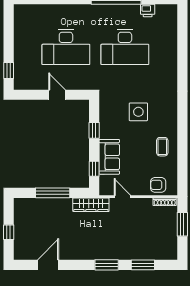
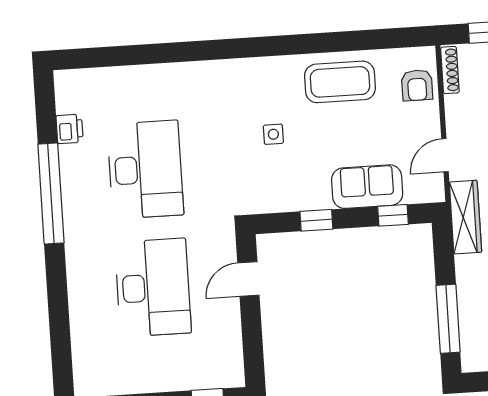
door: (57, 95) -> (248, 279), moved
side table: (138, 112) -> (273, 134), width x0.54, depth x0.54
coffee table: (162, 147) -> (340, 82), width x1.86, depth x1.72
window: (53, 193) -> (448, 319), moved

